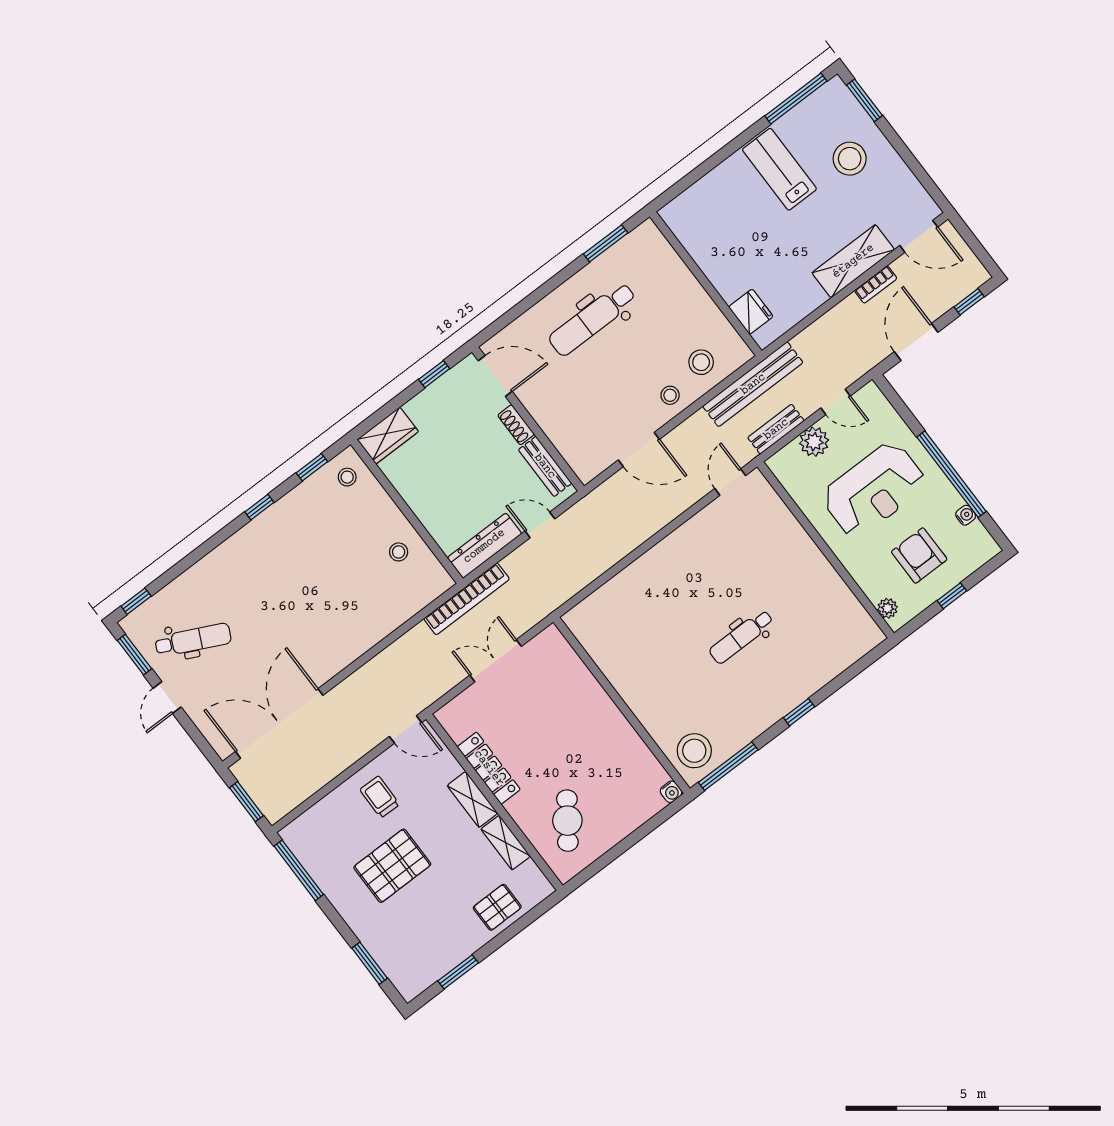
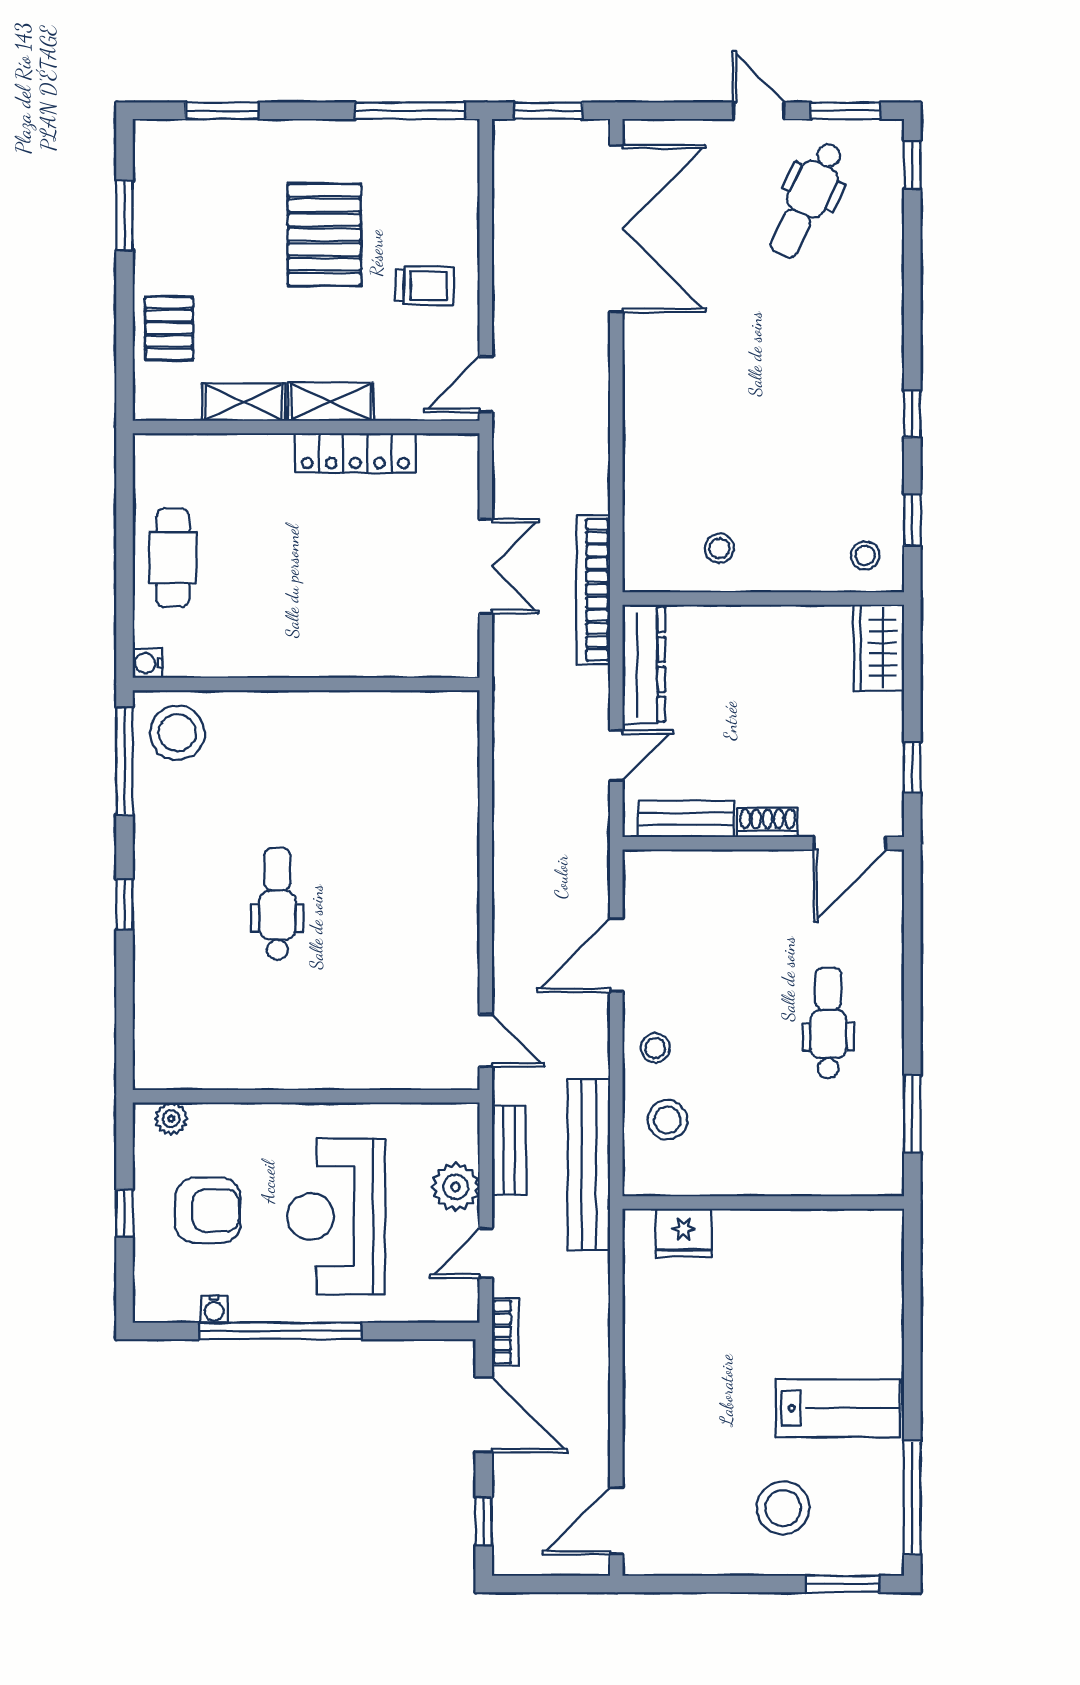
shelving: (853, 261) -> (648, 1413), removed
bookcase: (876, 284) -> (505, 1332), moved, turned 180
dental chair: (592, 319) -> (828, 1023), width x0.73, depth x0.72
cafe table: (567, 821) -> (173, 558), moved, turned 54

